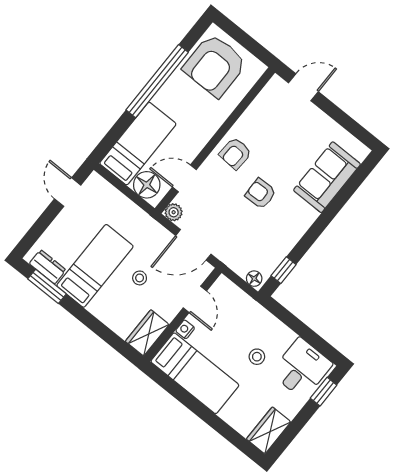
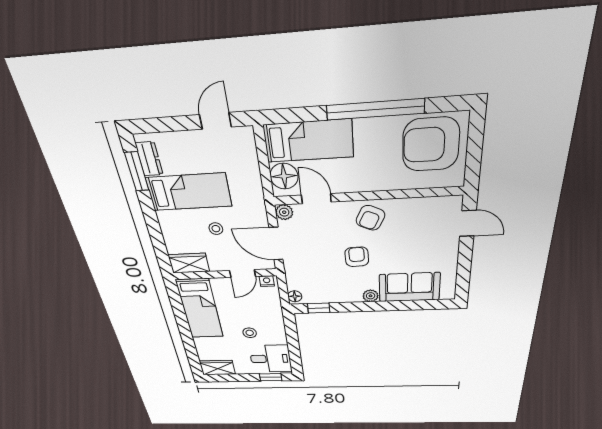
armchair: (235, 153) -> (370, 218), turned -68
plant: (308, 216) -> (371, 296), added
nightstand: (185, 329) -> (267, 281), moved

